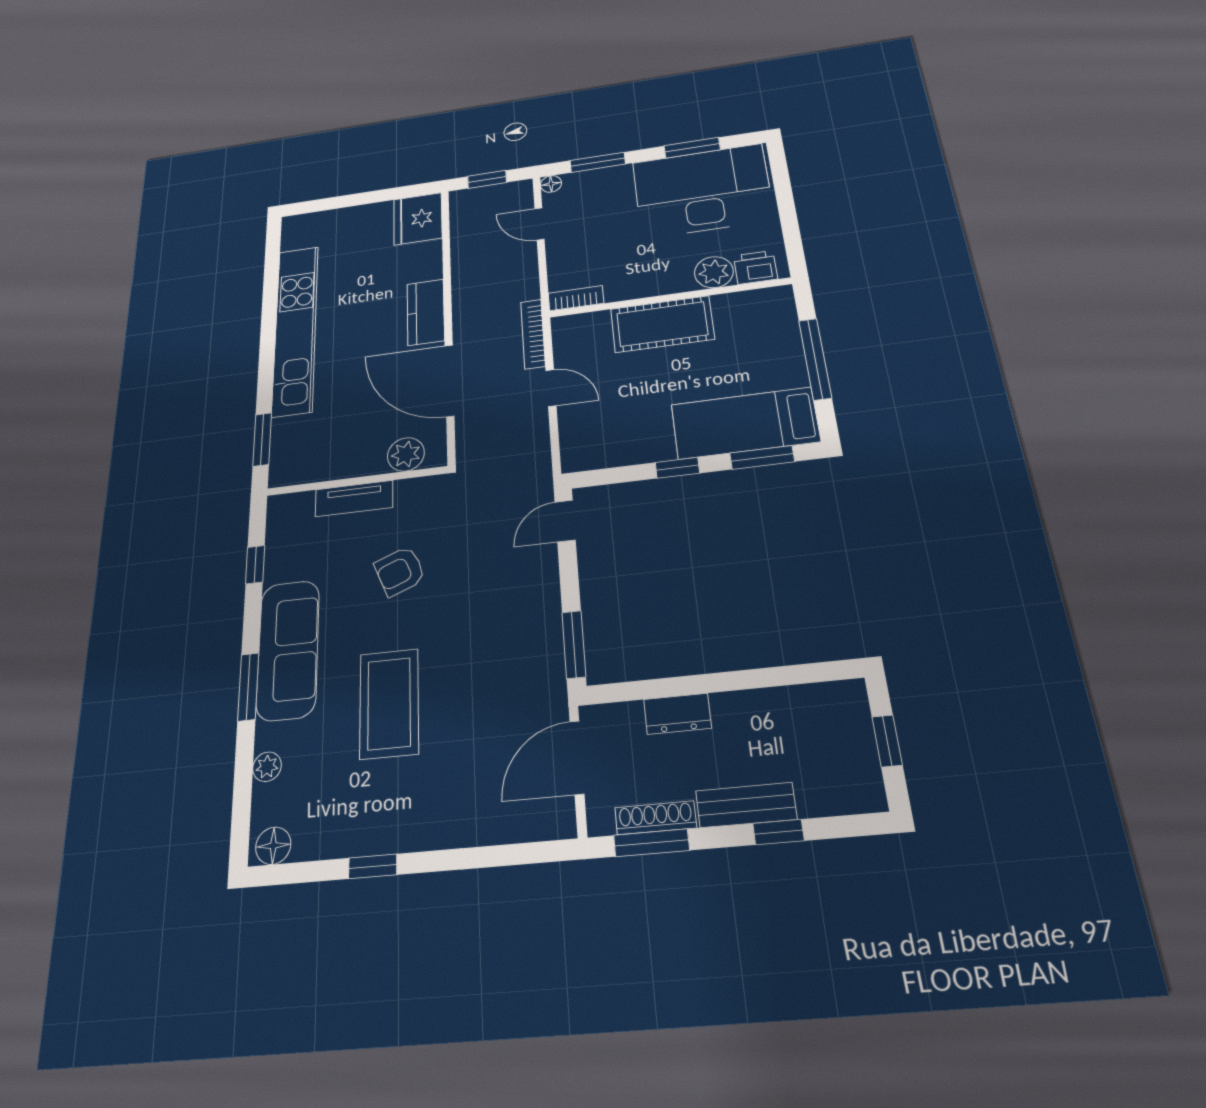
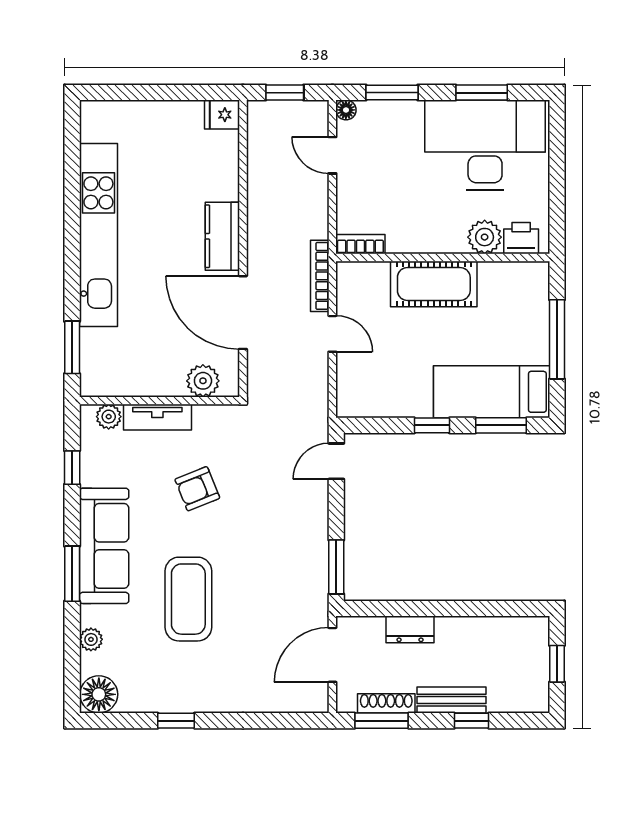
fridge: (418, 219) -> (222, 115), width x0.53, depth x0.75
plant: (299, 505) -> (109, 417), added
floor lamp: (273, 846) -> (99, 694), width x1.38, depth x1.38

